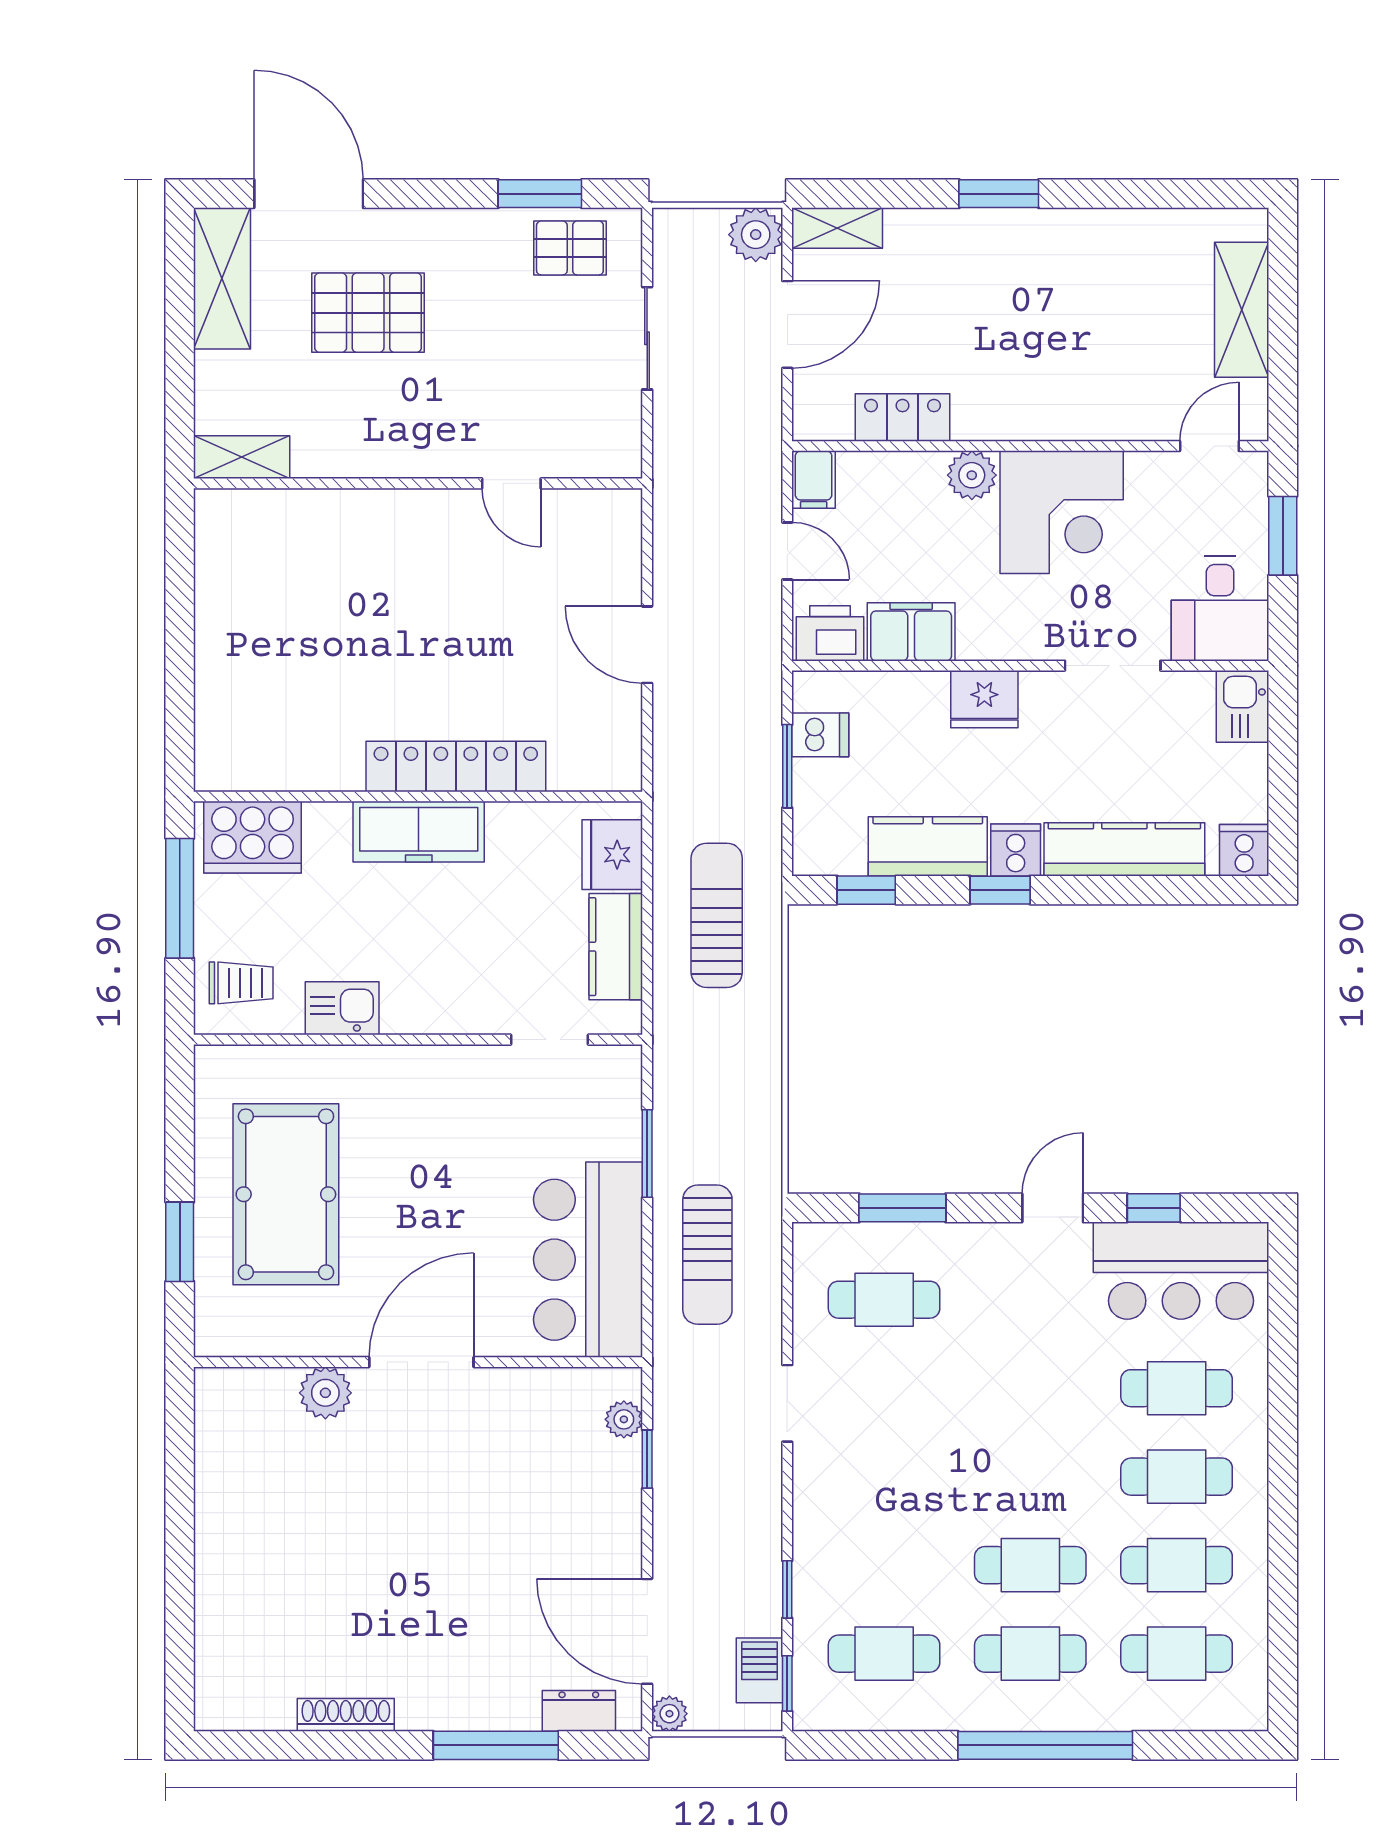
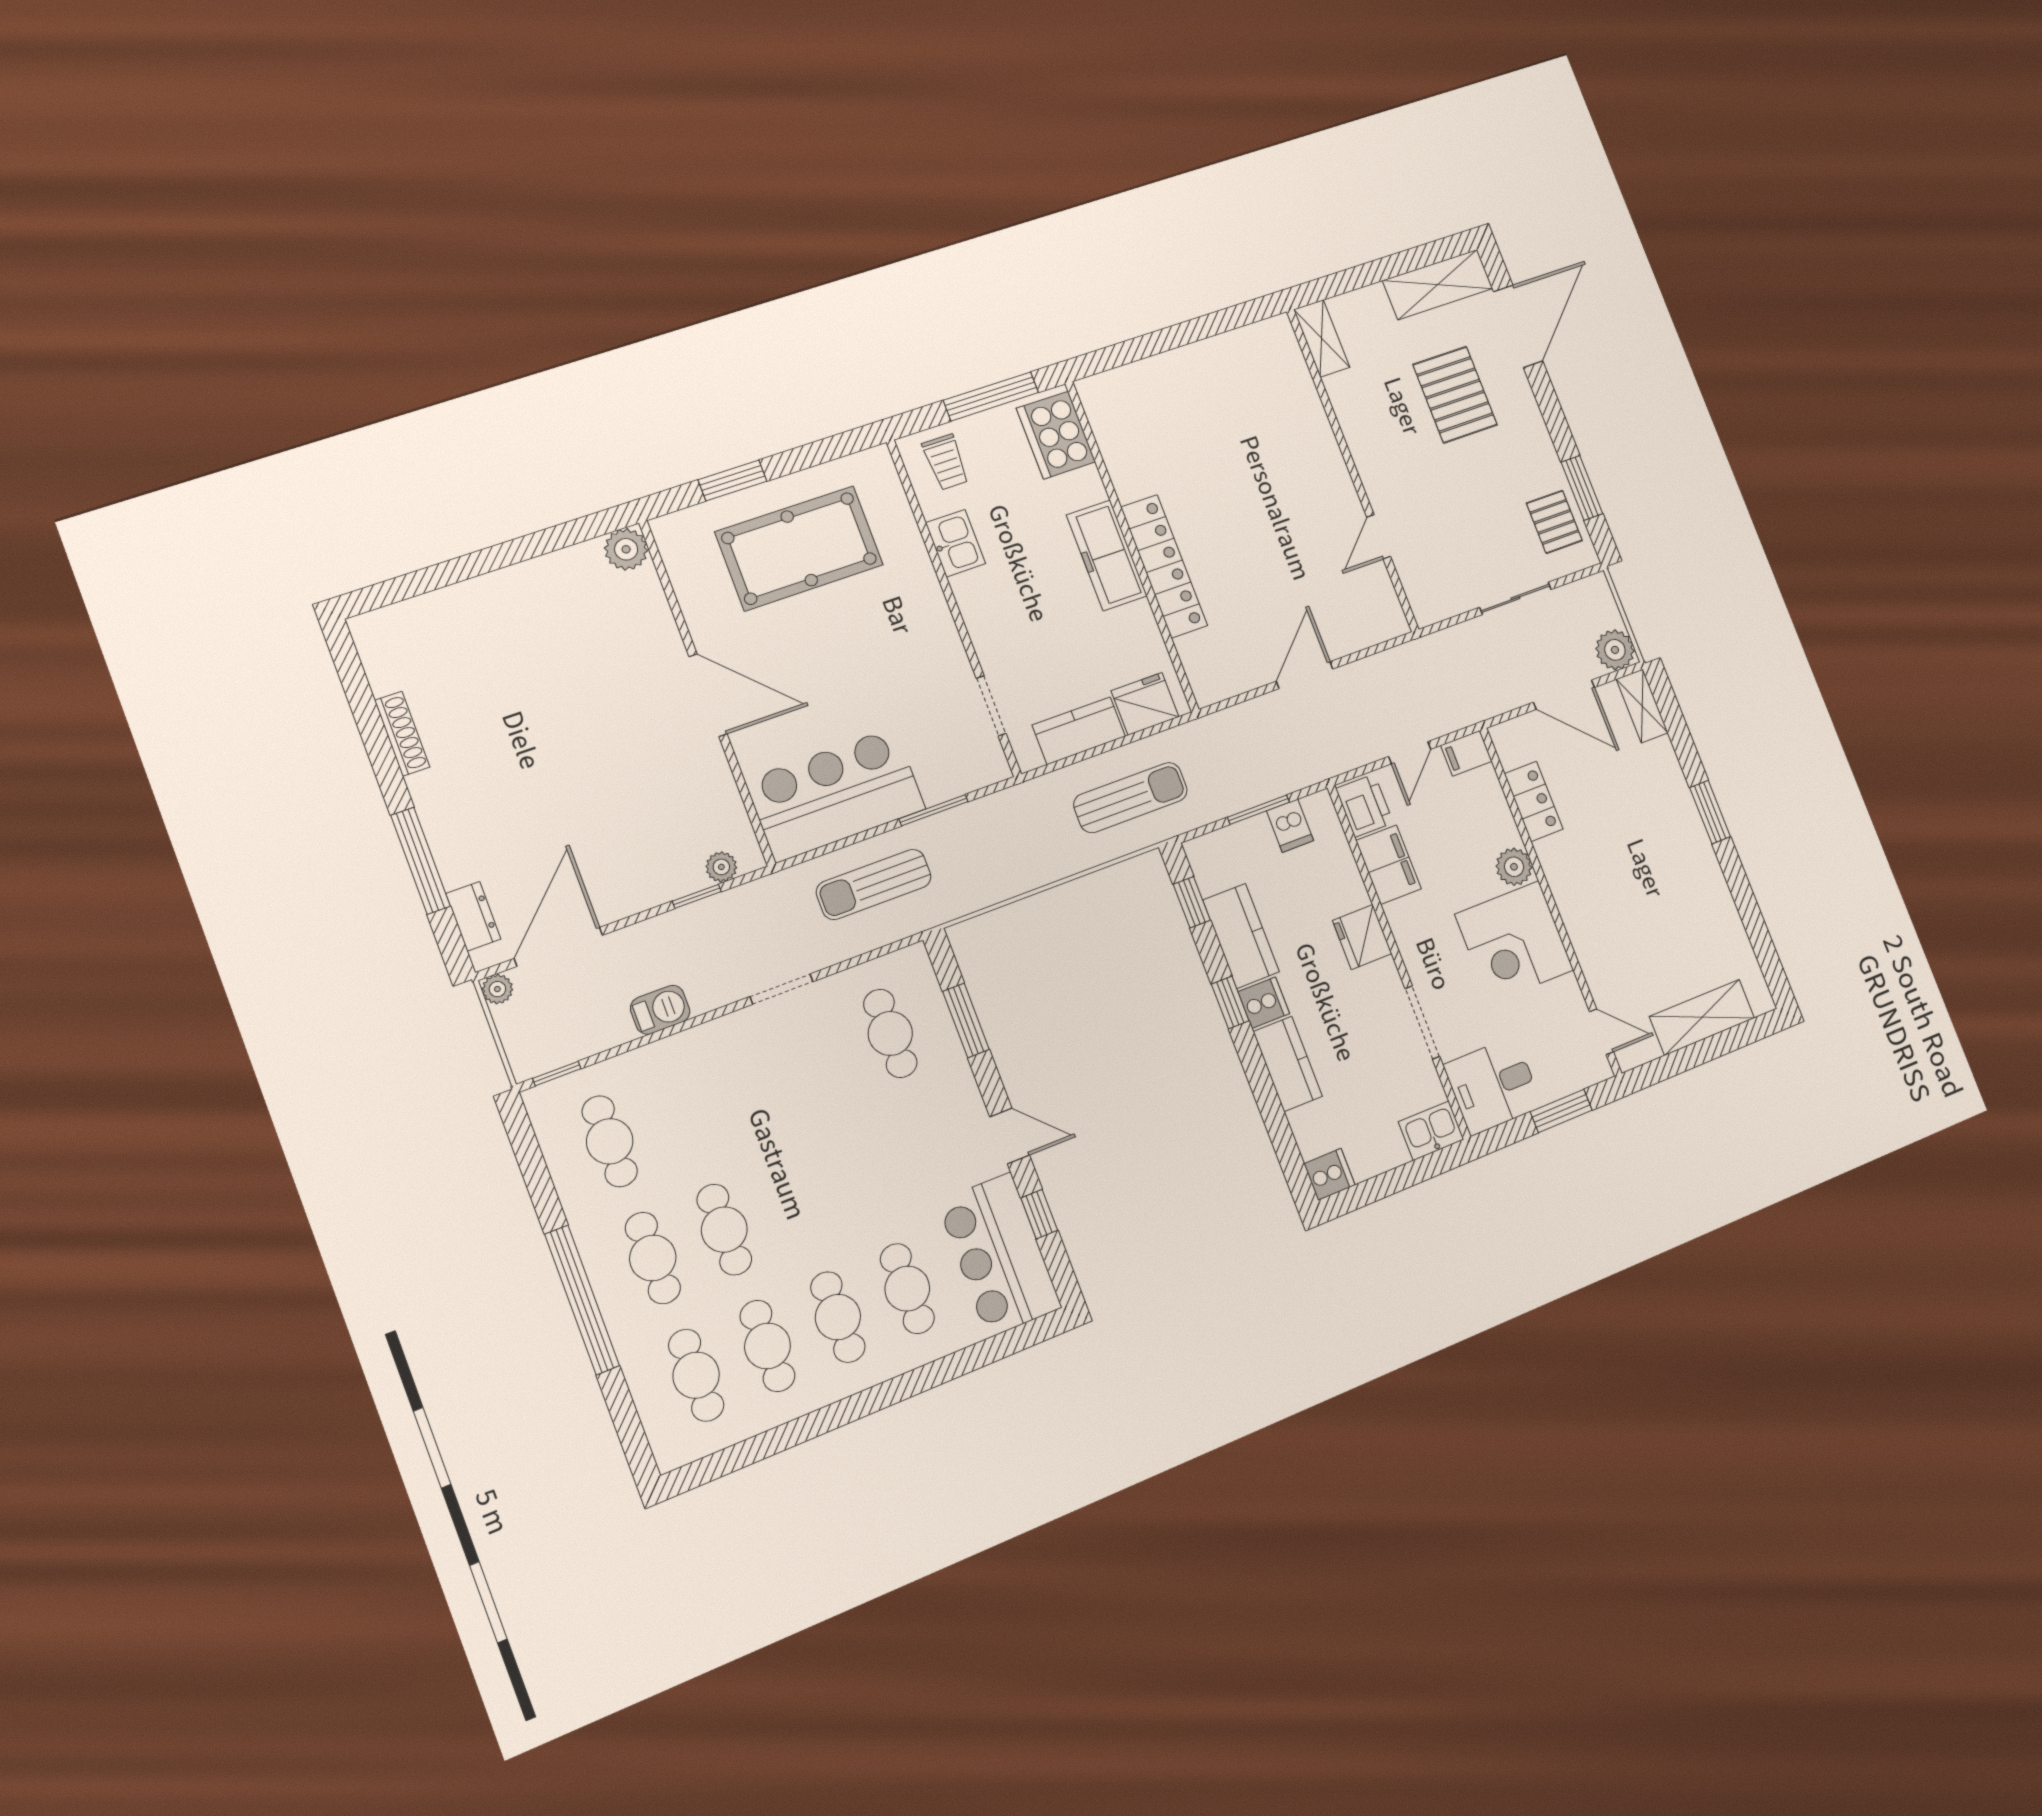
kitchen counter: (1124, 849) -> (1288, 1064), width x0.67
plant: (325, 1393) -> (626, 549), moved
window: (787, 1589) -> (633, 1045), removed
barbecue: (760, 1670) -> (660, 1010), moved

